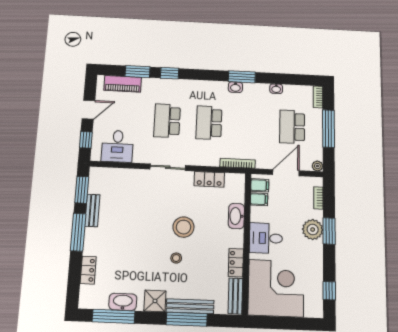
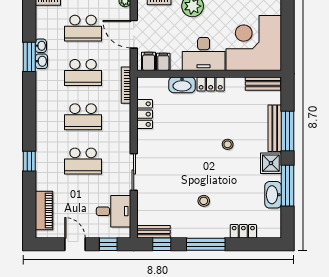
window: (138, 72) -> (29, 196), removed
window: (242, 77) -> (29, 57), moved
washbasin: (235, 87) -> (41, 61), moved
school desk: (251, 125) -> (83, 72), added
sliding door: (168, 167) -> (134, 172), moved
window: (82, 190) -> (162, 244), width x0.67
bench: (92, 210) -> (154, 232), moved
stool: (183, 227) -> (204, 201), moved, width x0.53, depth x0.53
desk: (266, 238) -> (204, 54), width x1.37
locker: (236, 263) -> (211, 84), moved
window: (114, 316) -> (287, 186), moved

